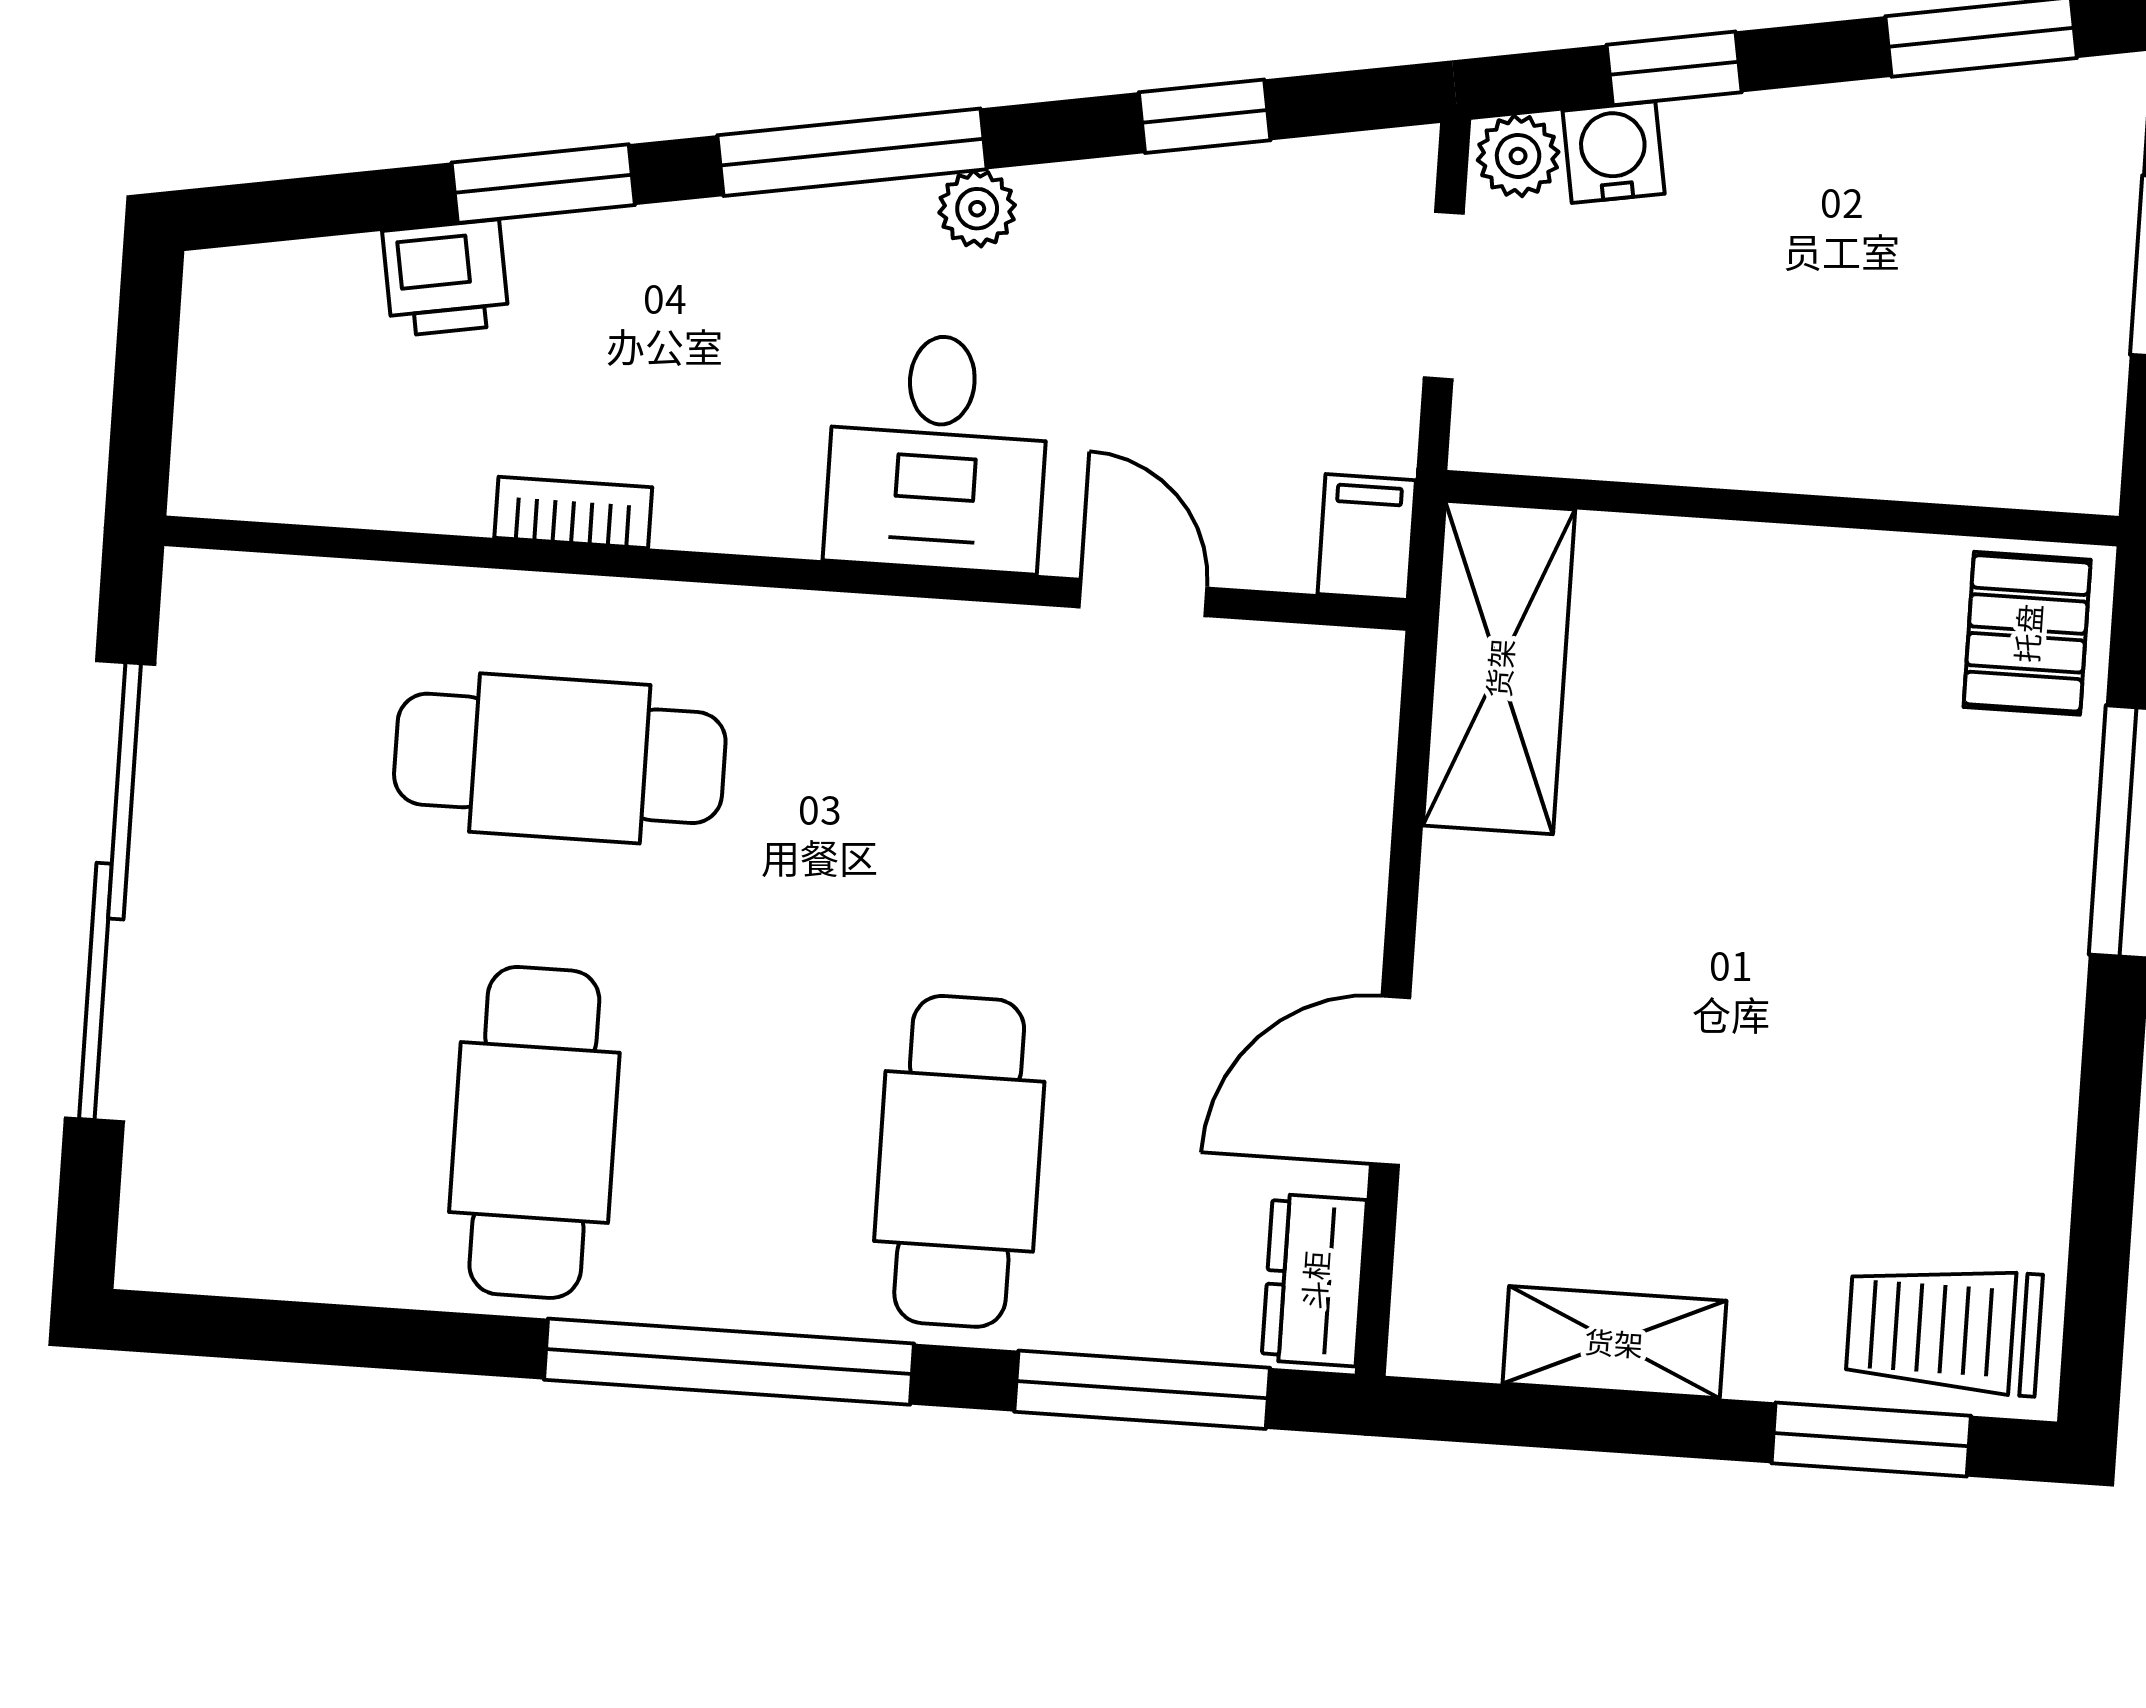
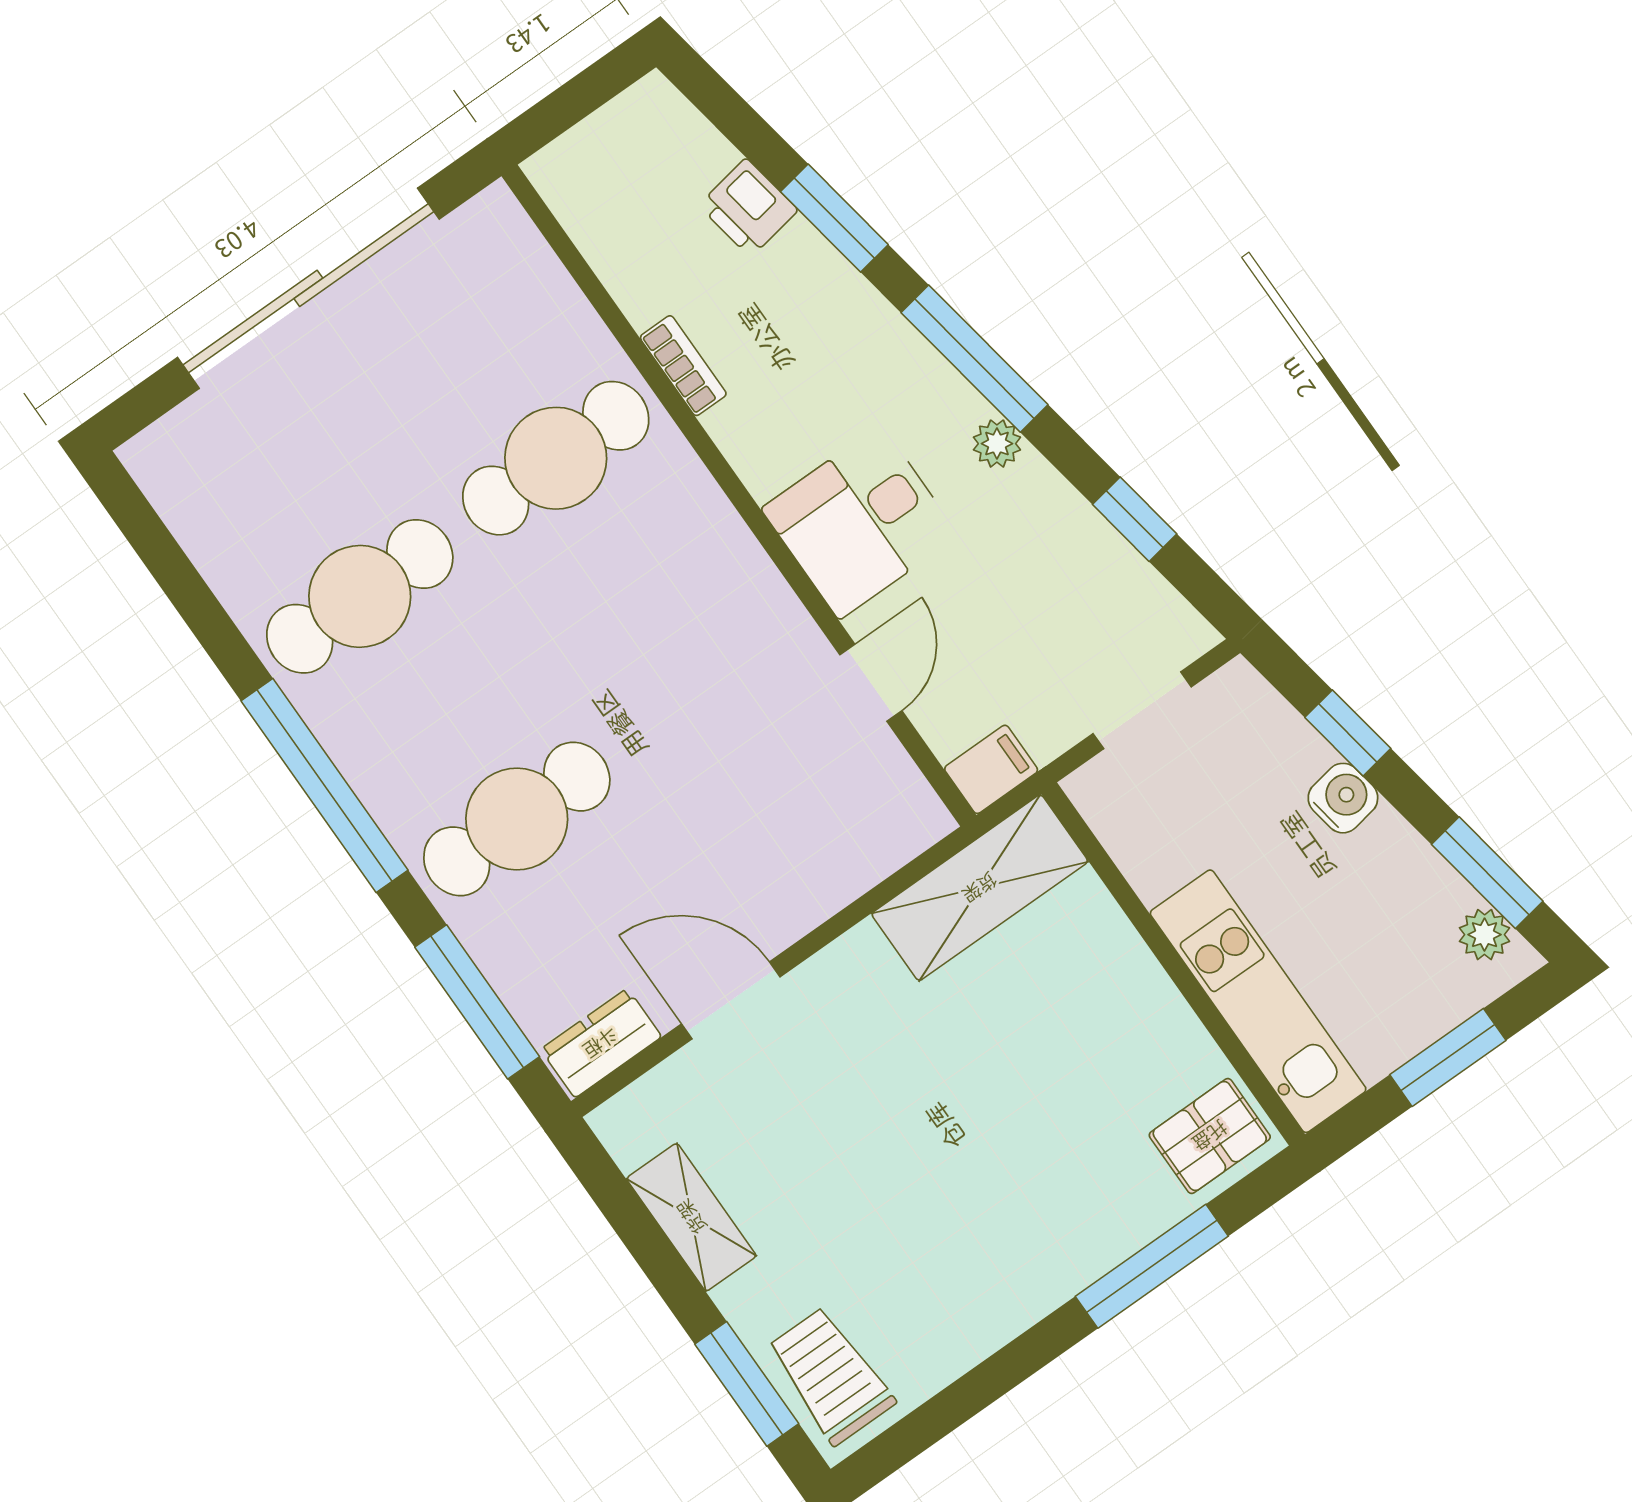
water cooler: (1614, 152) -> (1343, 798), moved
plant: (1518, 156) -> (1484, 935), moved
kitchen unit: (1911, 442) -> (1258, 1001), added
cafe table: (560, 758) -> (556, 458), turned 90

